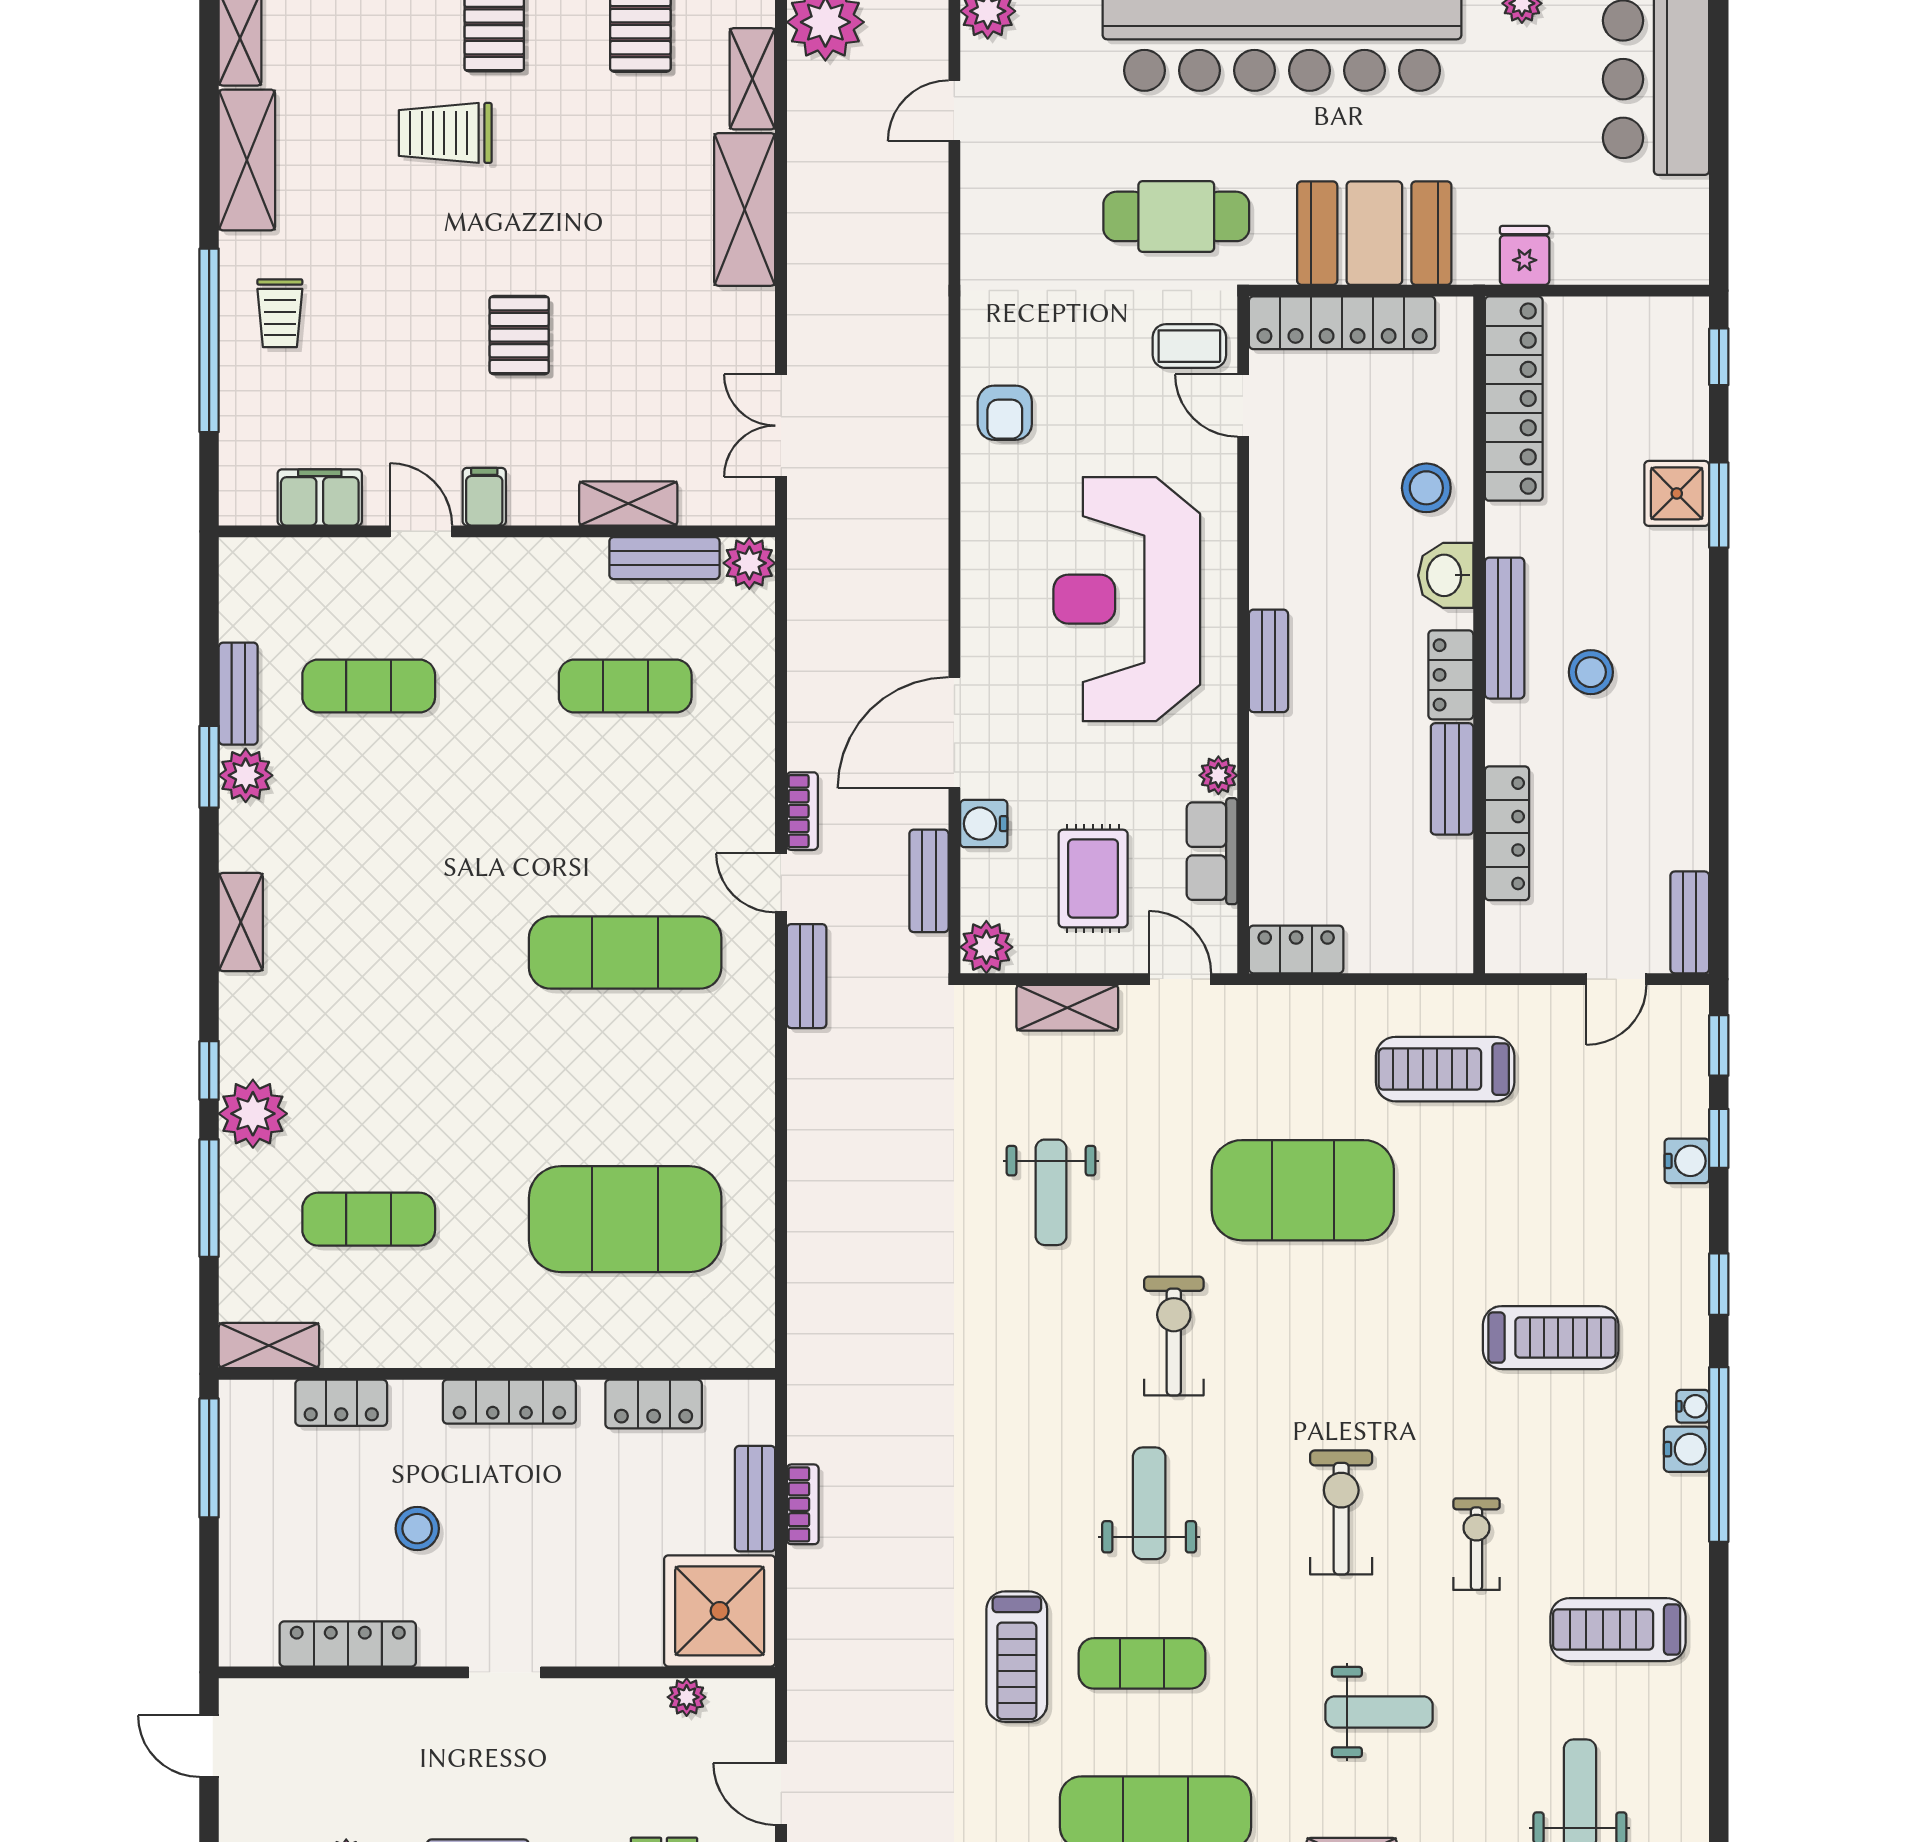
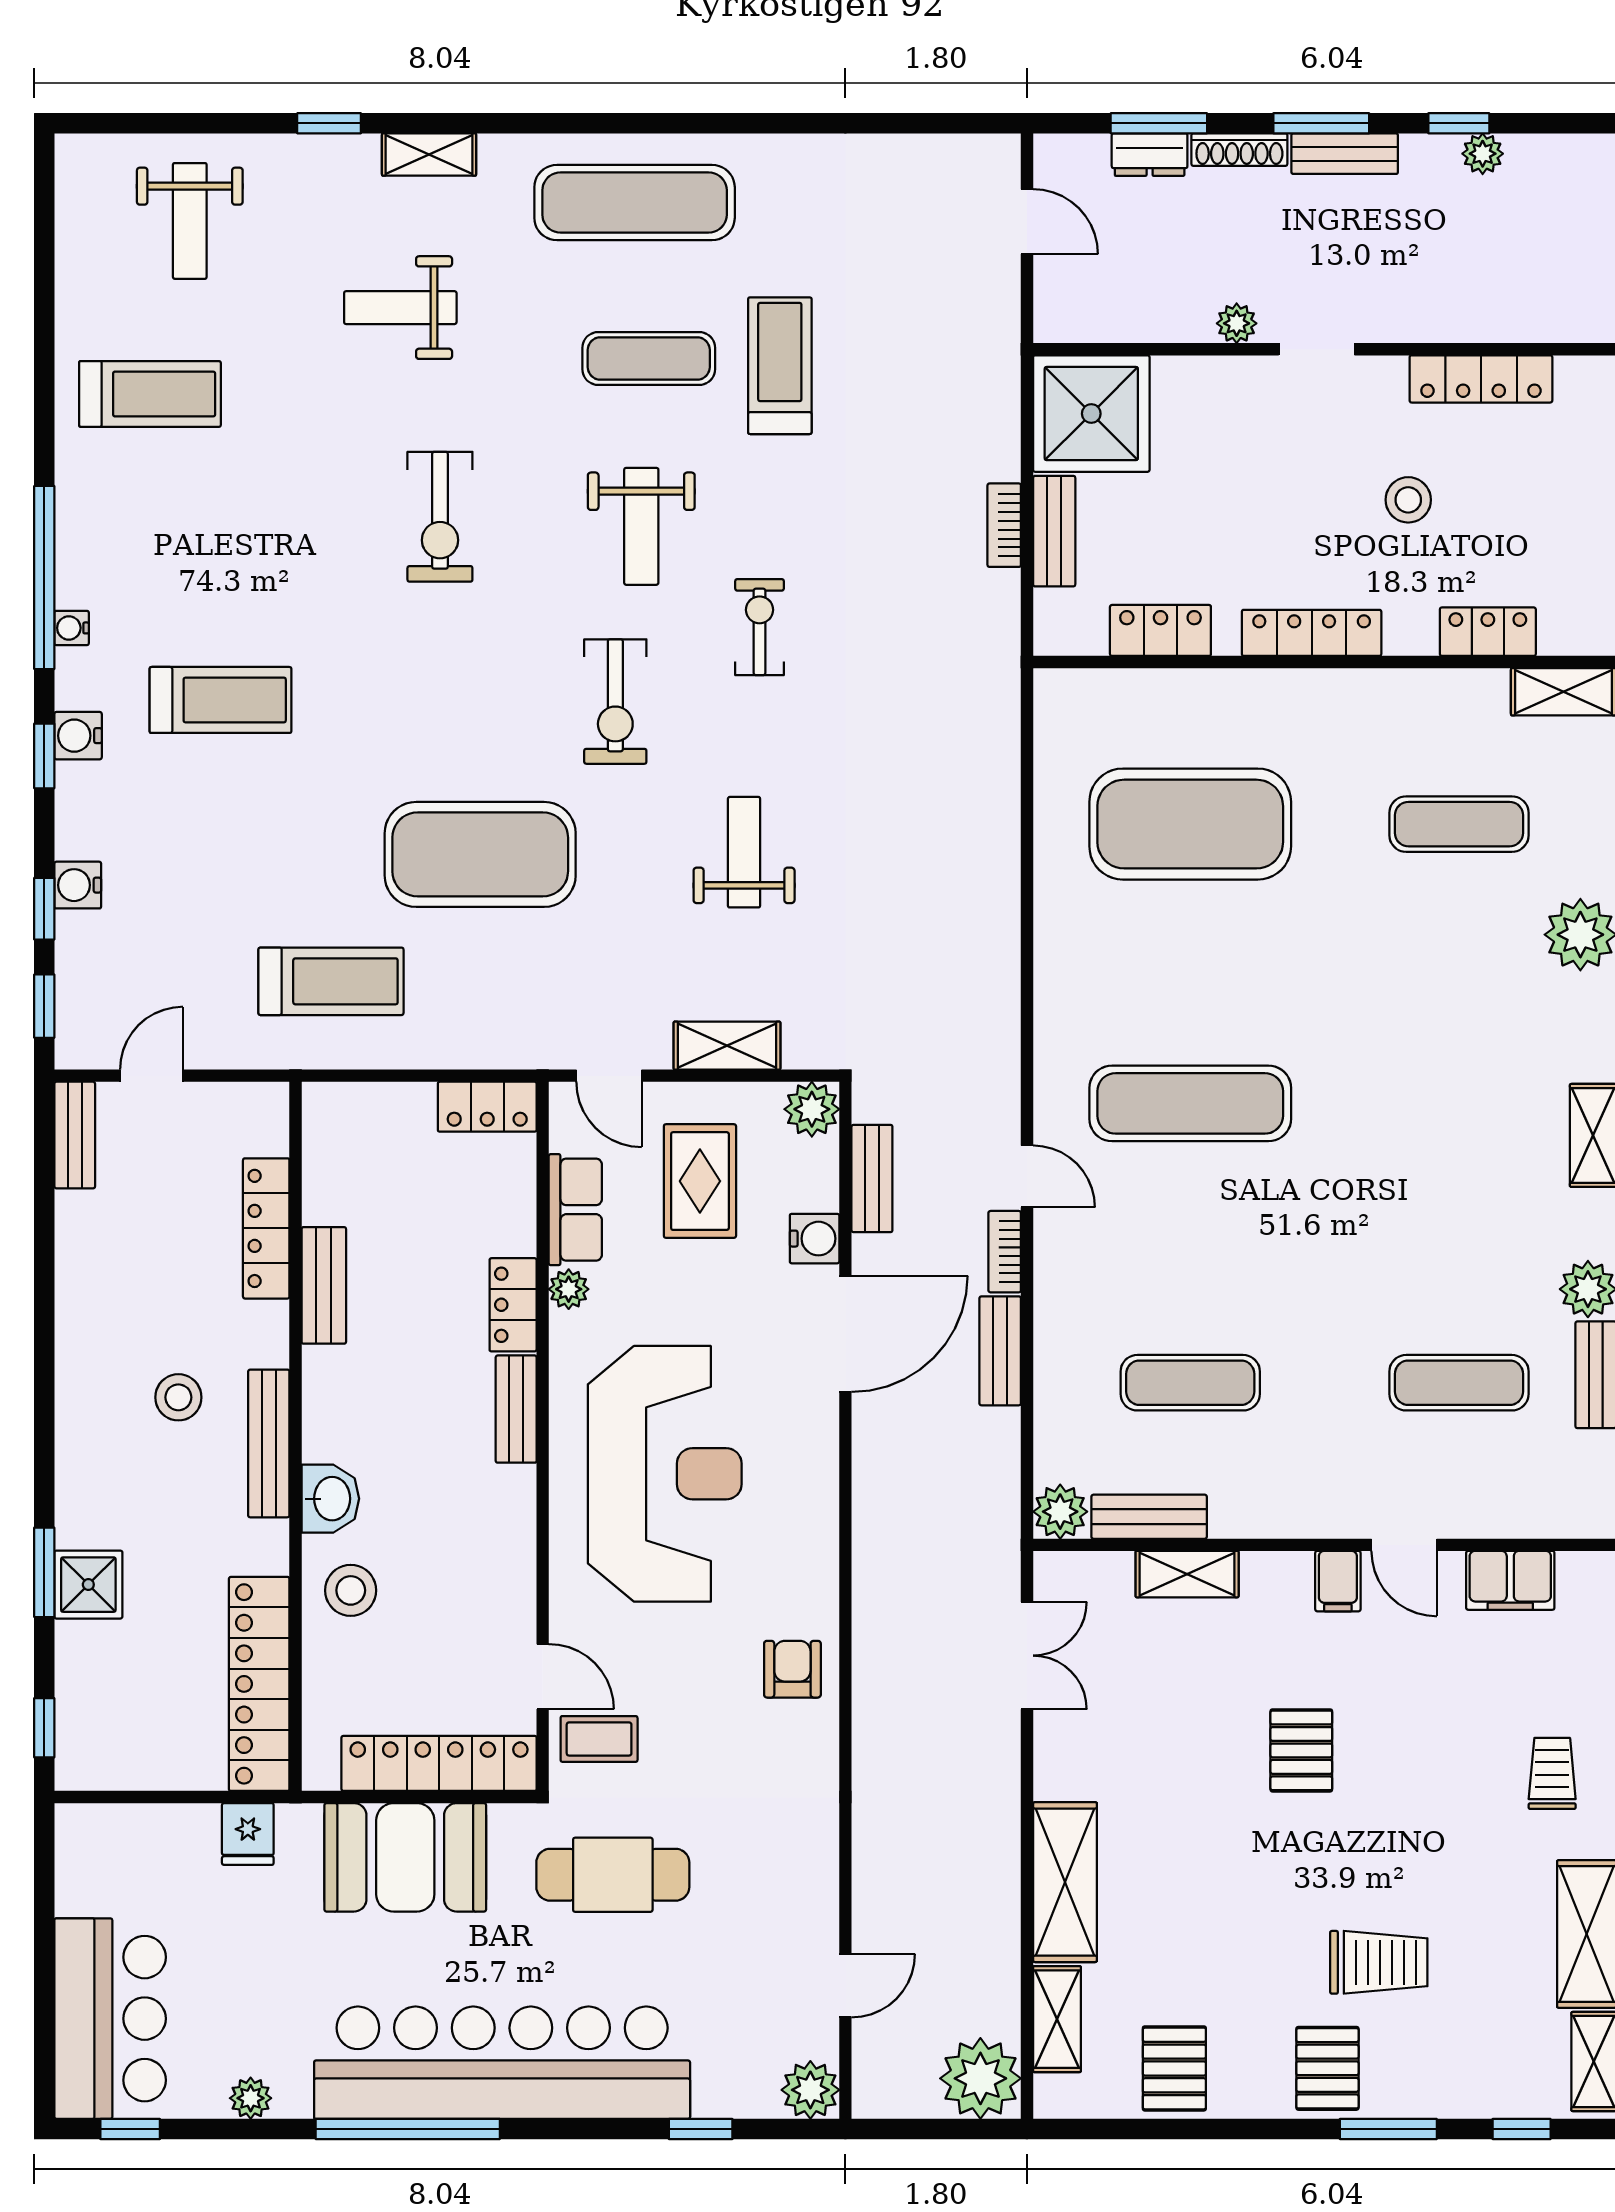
locker: (1451, 675) -> (513, 1305), moved, turned 180
bench: (807, 976) -> (1000, 1351), moved
treadmill: (1551, 1338) -> (221, 700), turned 180
water cooler: (1687, 1449) -> (78, 736), moved
exercise bike: (1477, 1544) -> (760, 627), moved, turned 180
plant: (687, 1697) -> (1237, 323), moved

